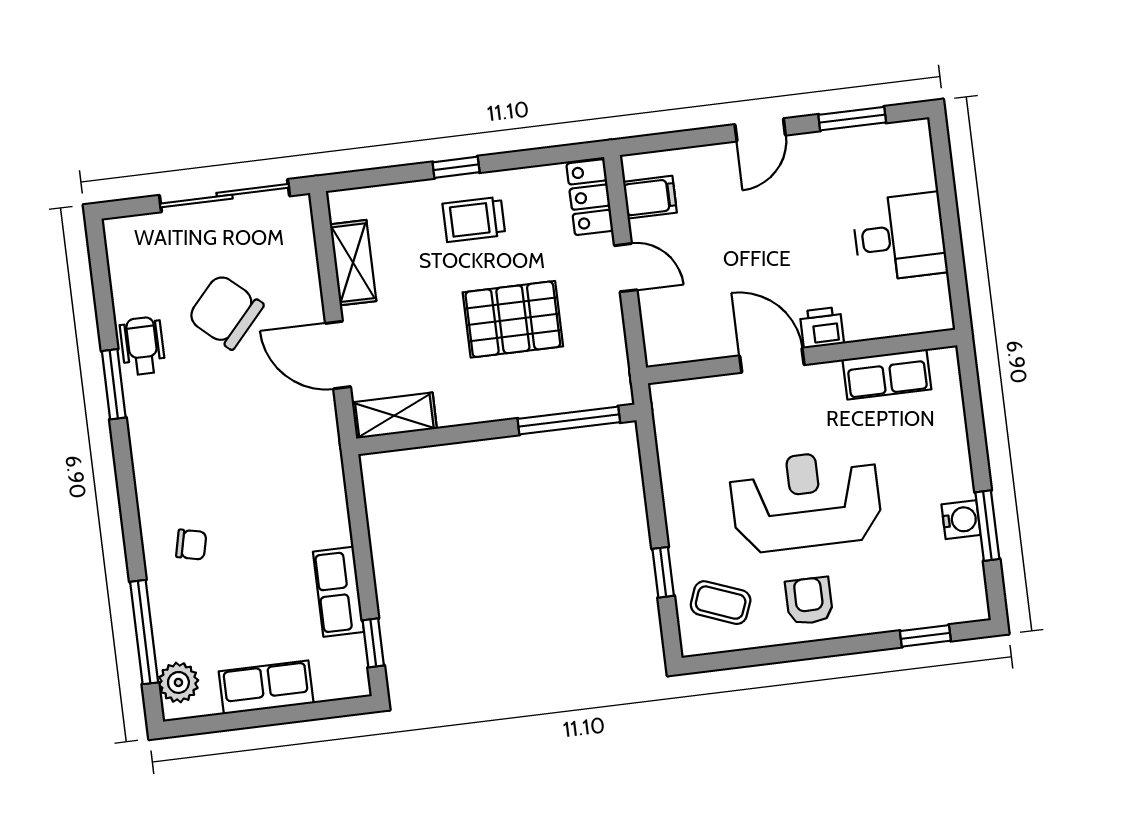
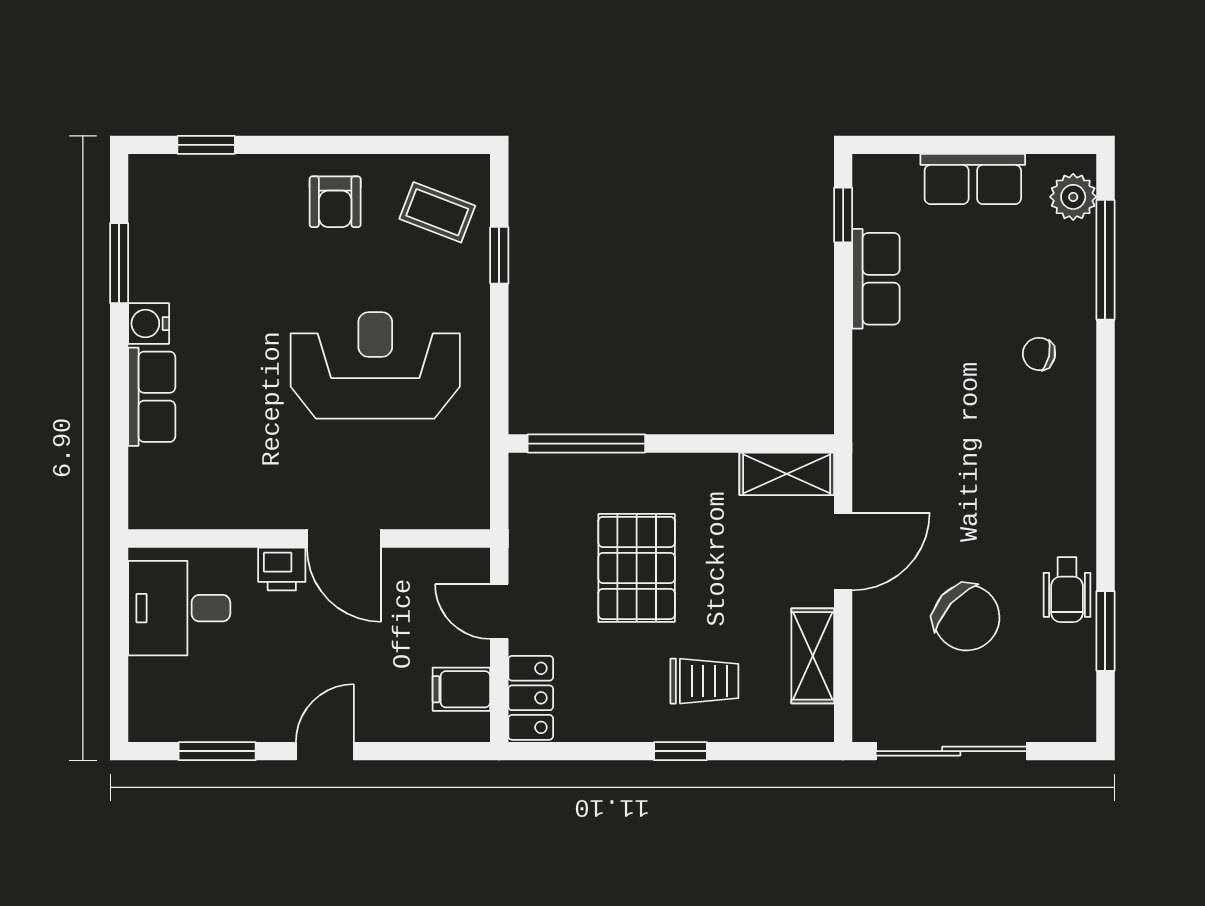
trolley: (474, 219) -> (704, 681), moved
pallet: (513, 319) -> (637, 568), turned 90
printer: (822, 328) -> (282, 569), moved
door: (338, 355) -> (843, 552), hinge flipped
wall: (802, 357) -> (309, 539), moved
door: (772, 360) -> (344, 539), moved
row of seats: (887, 374) -> (152, 397), moved, turned 90
window: (114, 384) -> (1105, 631), moved
reception desk: (806, 501) -> (375, 365), moved, turned 180
water cooler: (961, 520) -> (149, 324), moved

